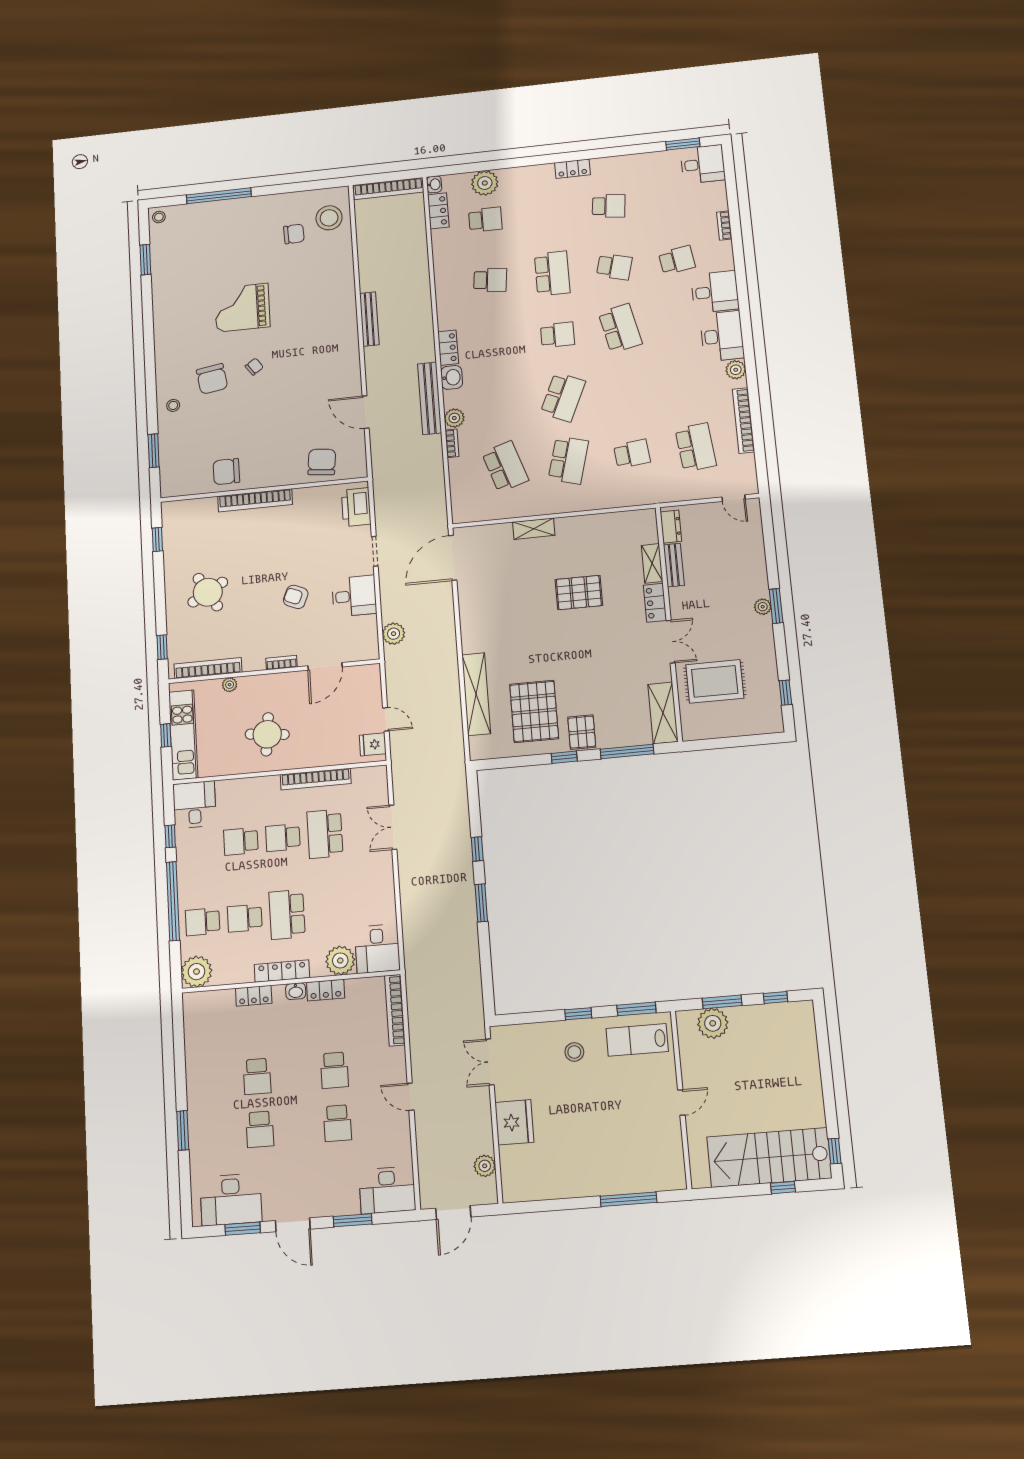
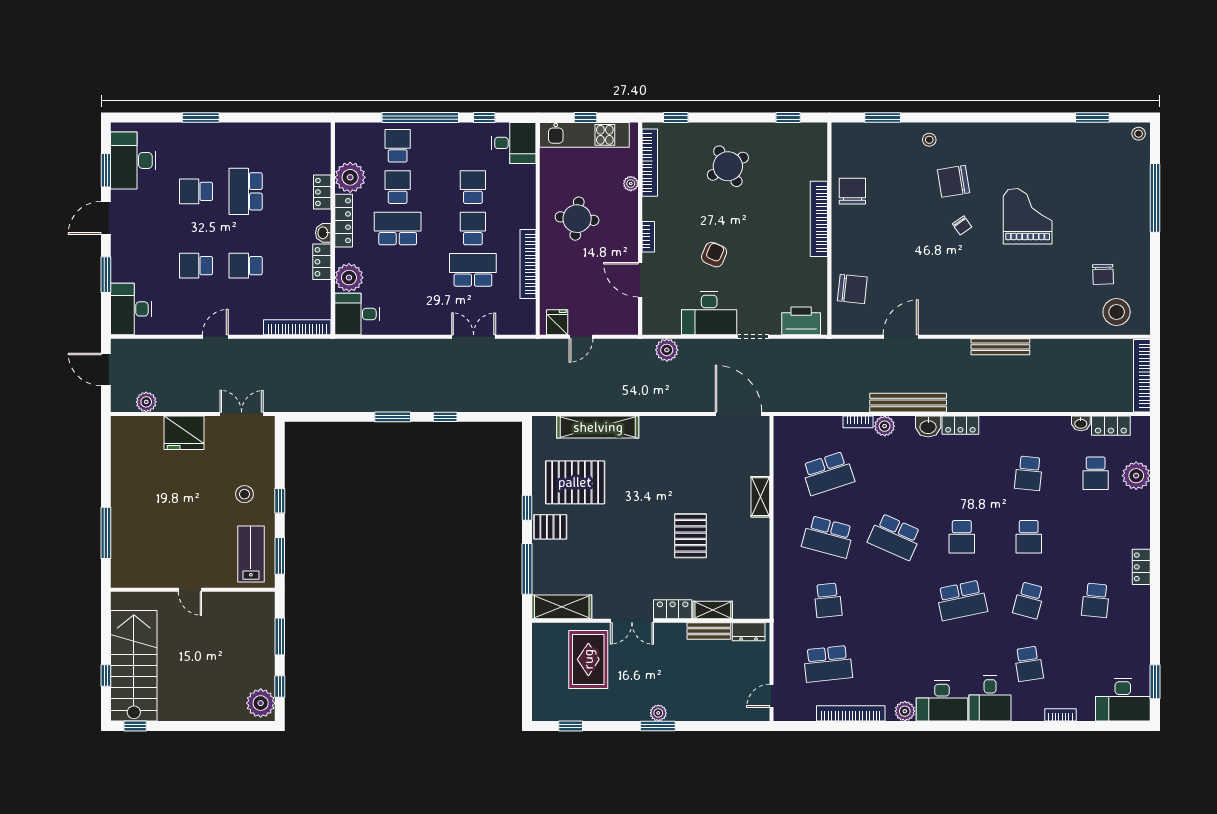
desk: (703, 164) -> (1123, 700), width x1.37
washbasin: (434, 184) -> (1081, 423), moved
school desk: (552, 273) -> (1029, 537), width x0.54
desk: (354, 596) -> (709, 313), width x1.37
plant: (197, 972) -> (350, 177), moved
plant: (713, 1023) -> (261, 703), moved
school desk: (257, 1076) -> (246, 191), width x1.85

